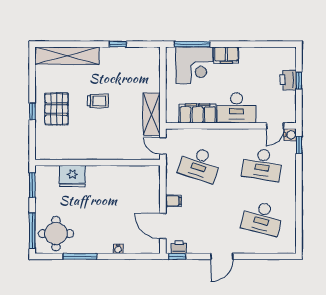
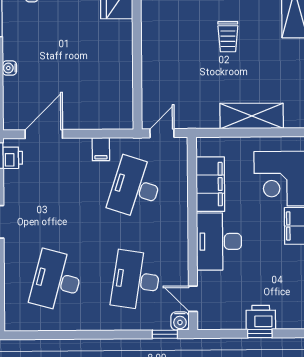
shelving: (152, 114) -> (252, 116), moved
filing cabinet: (173, 201) -> (101, 149), moved

